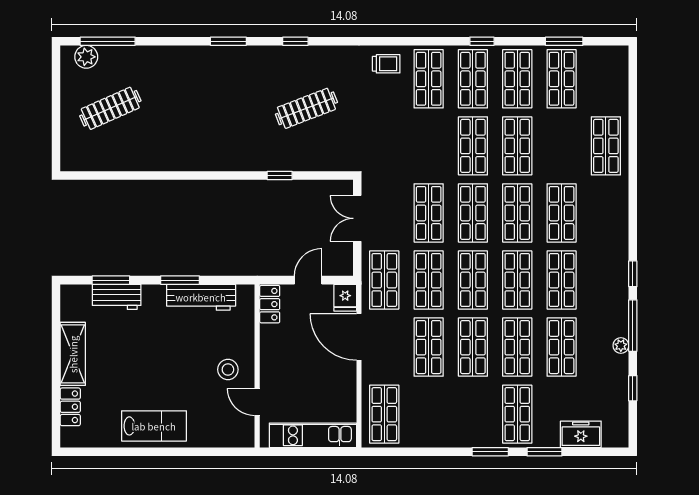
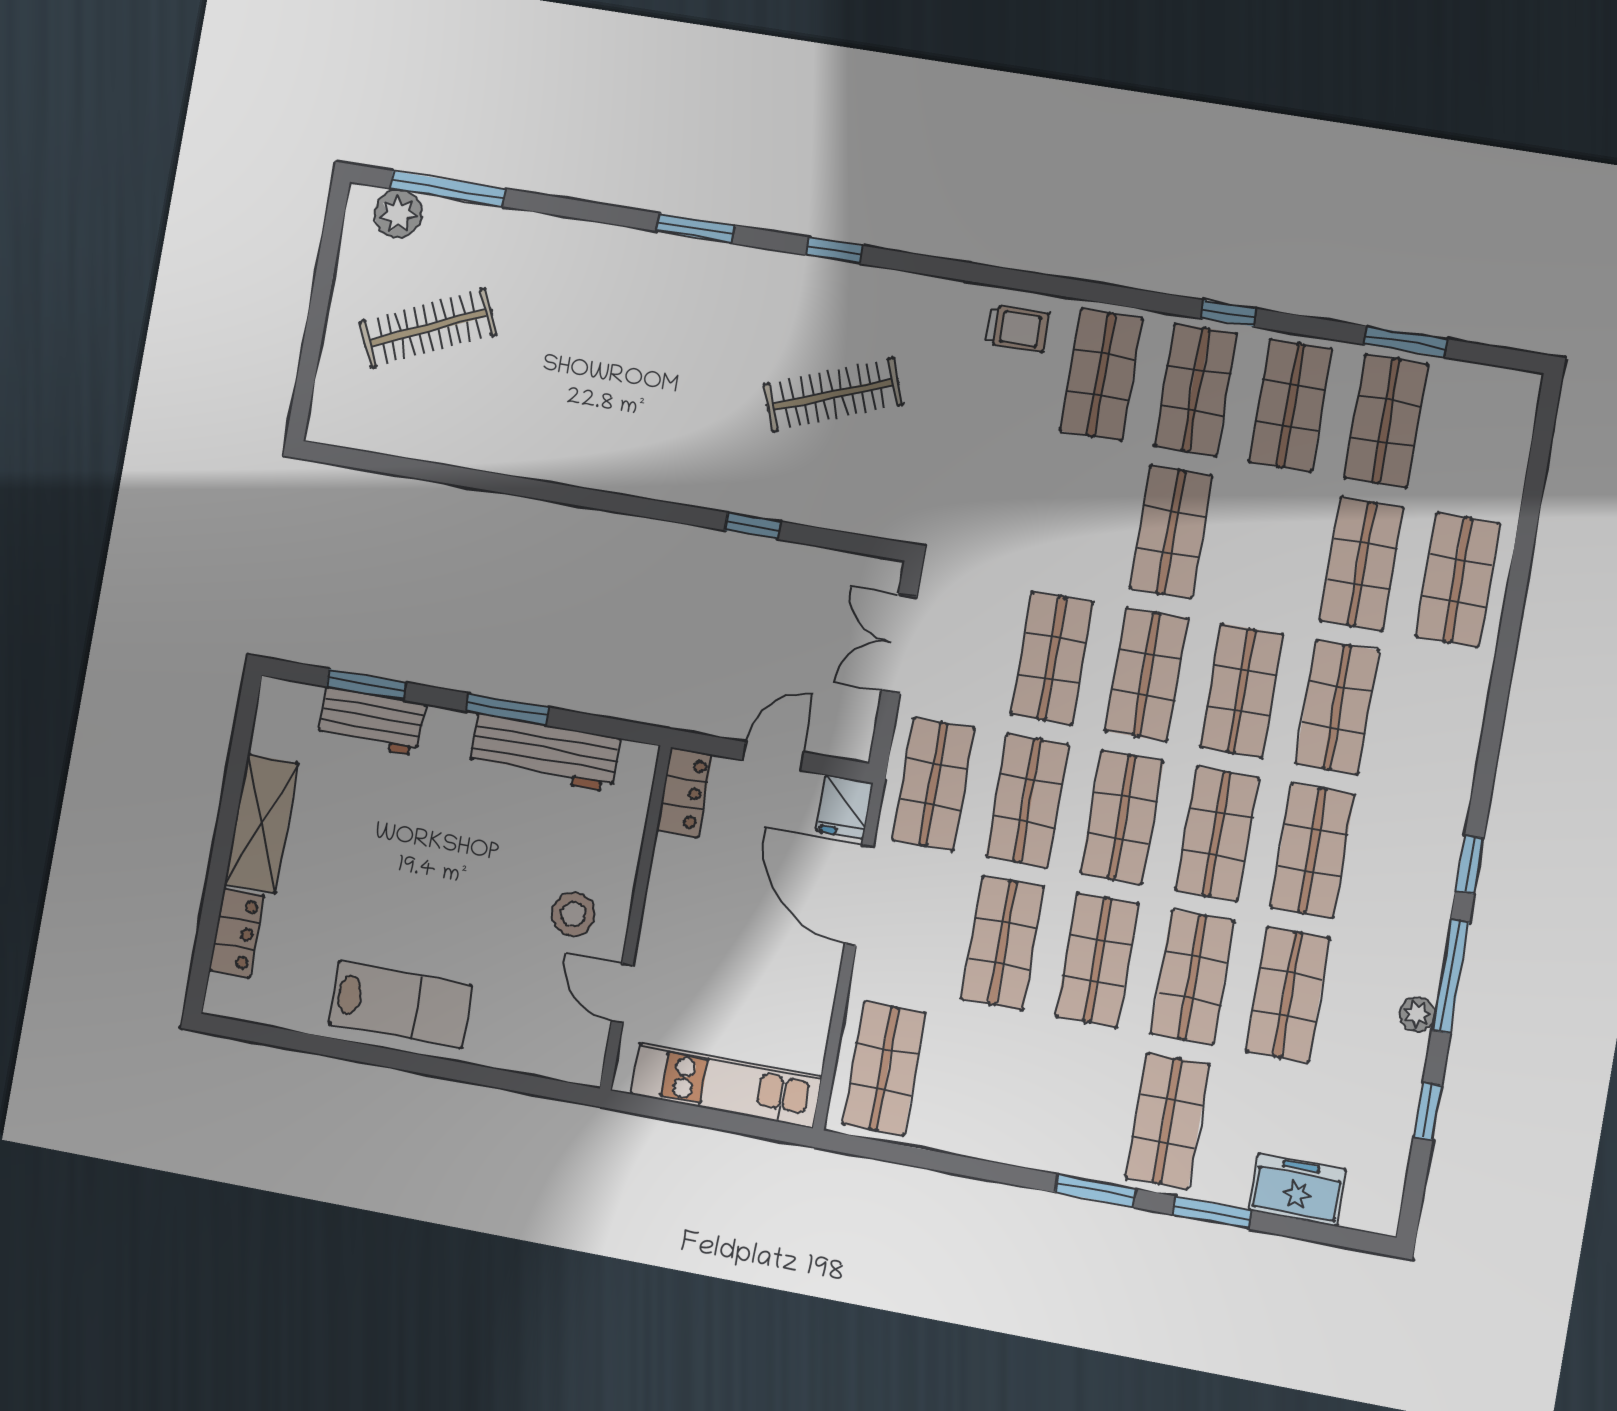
shop shelf: (517, 146) -> (1362, 564), moved

